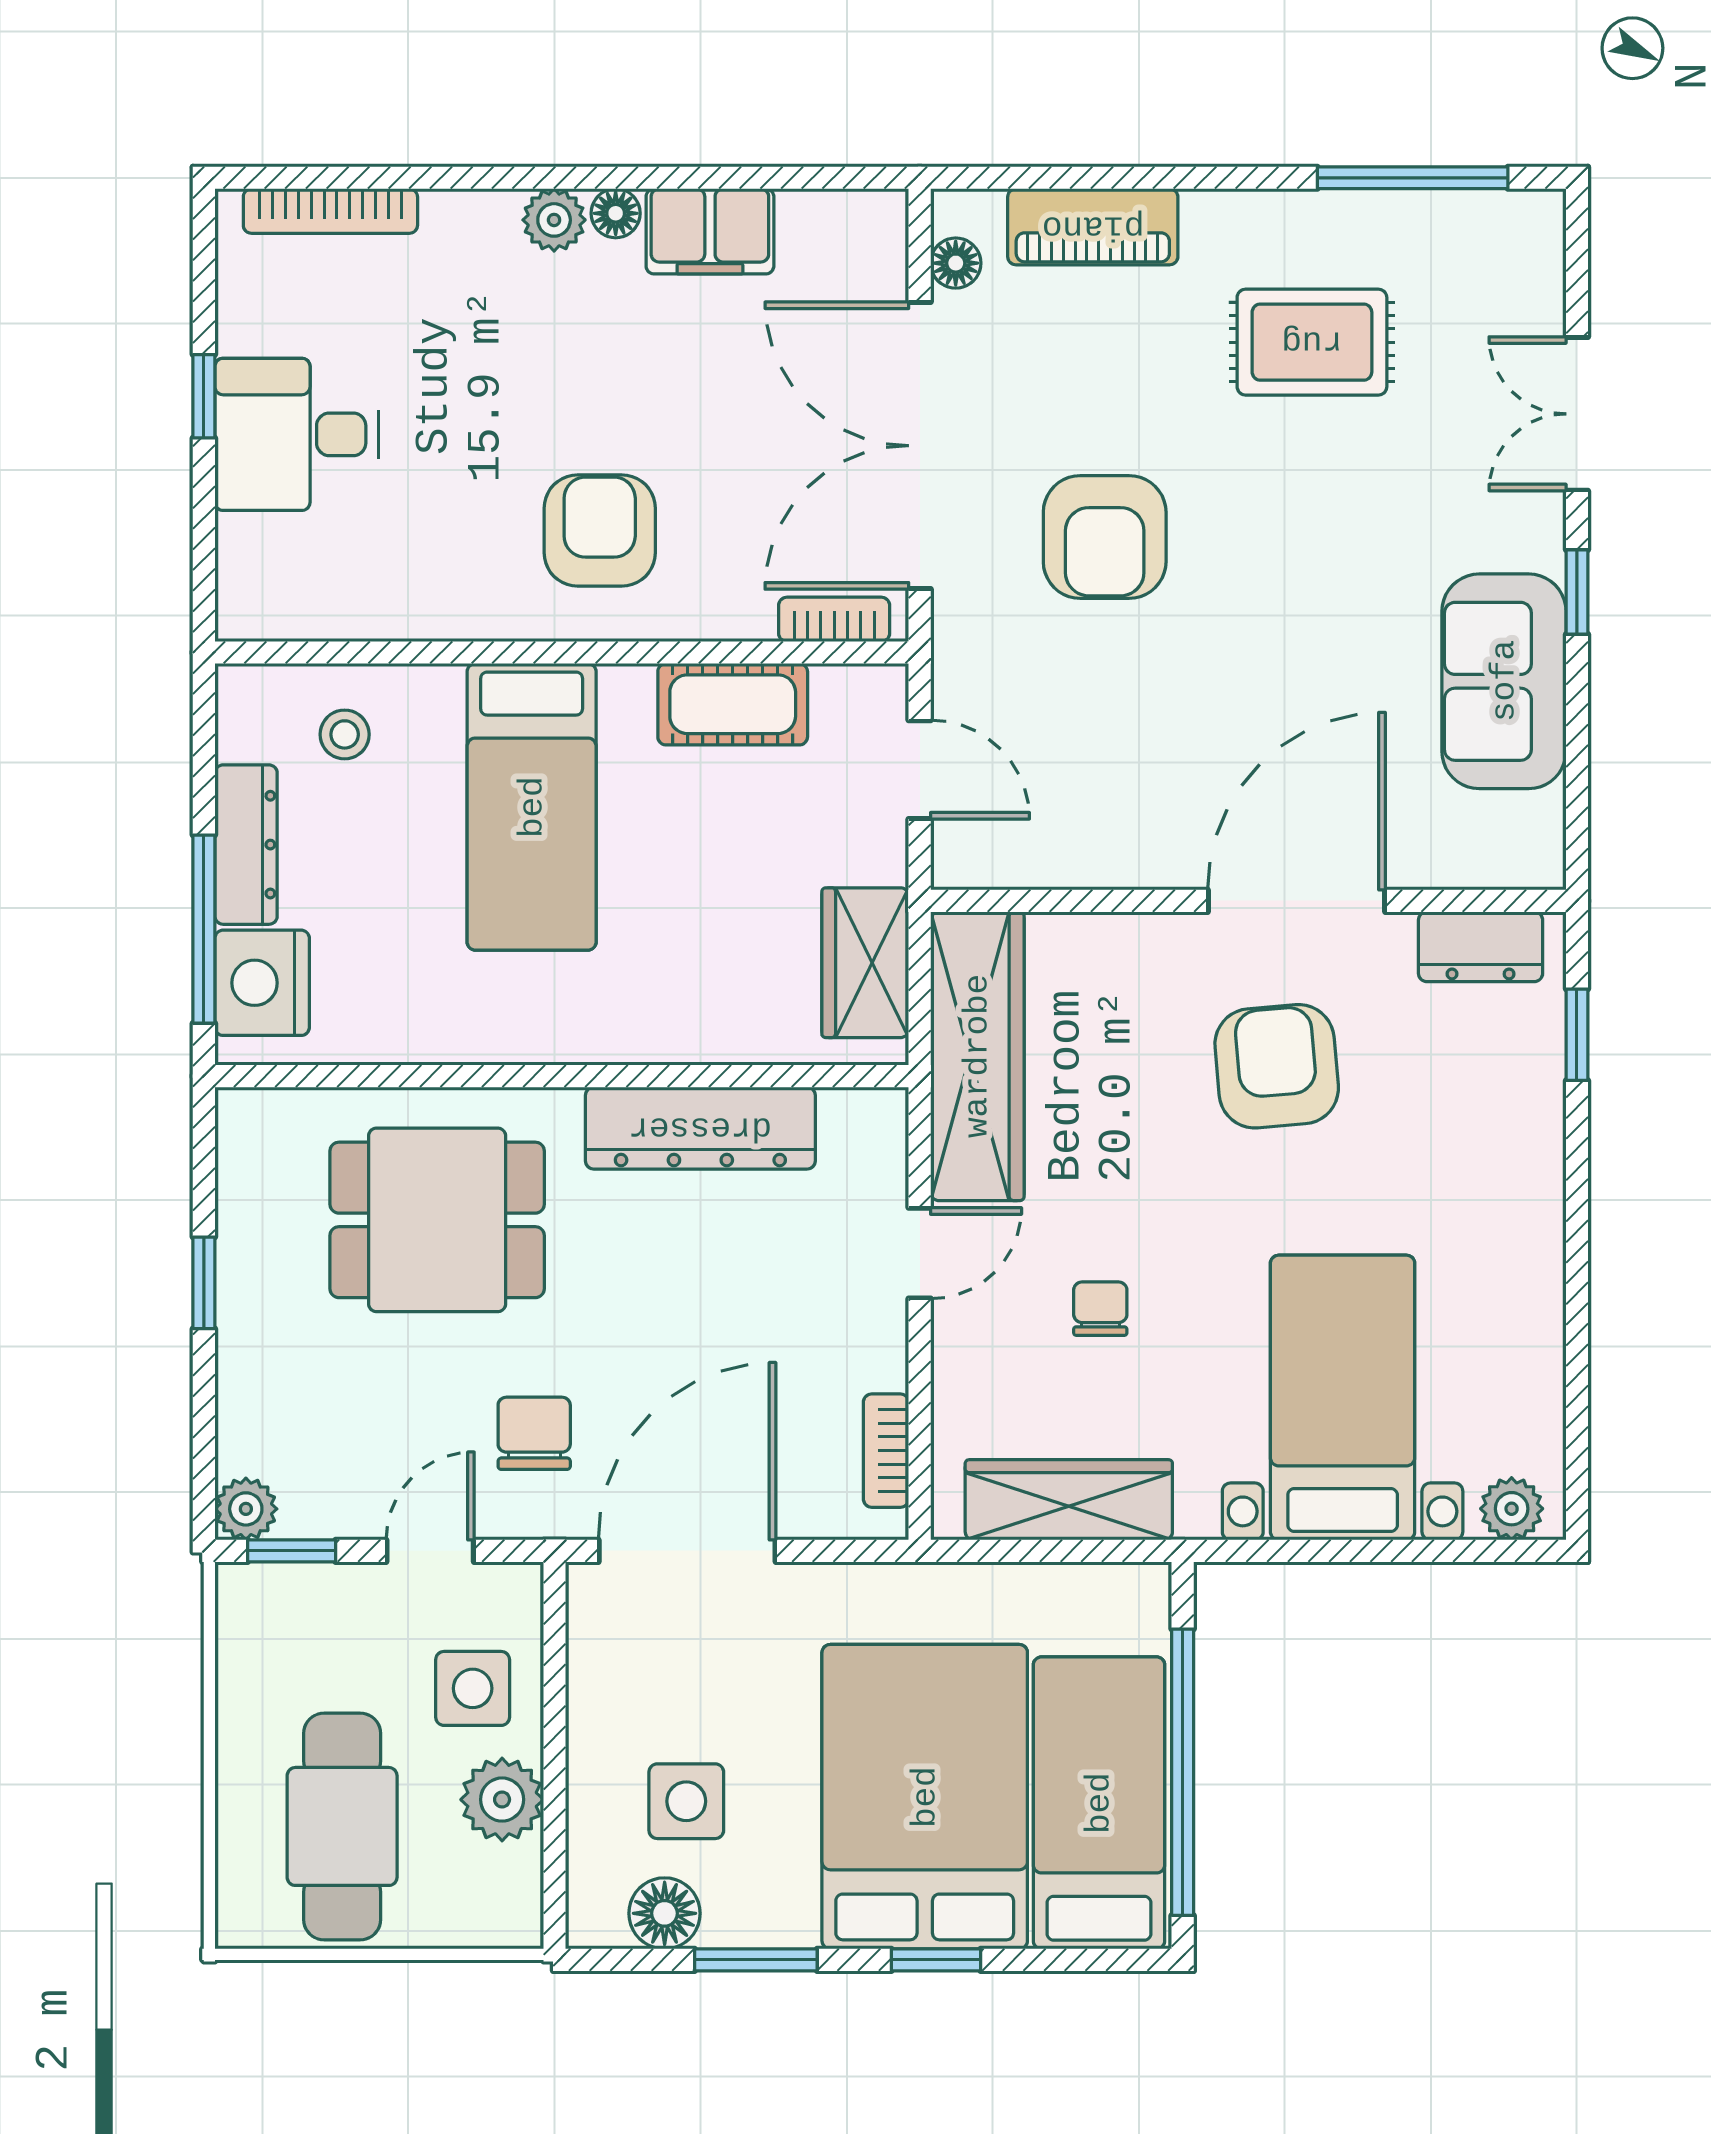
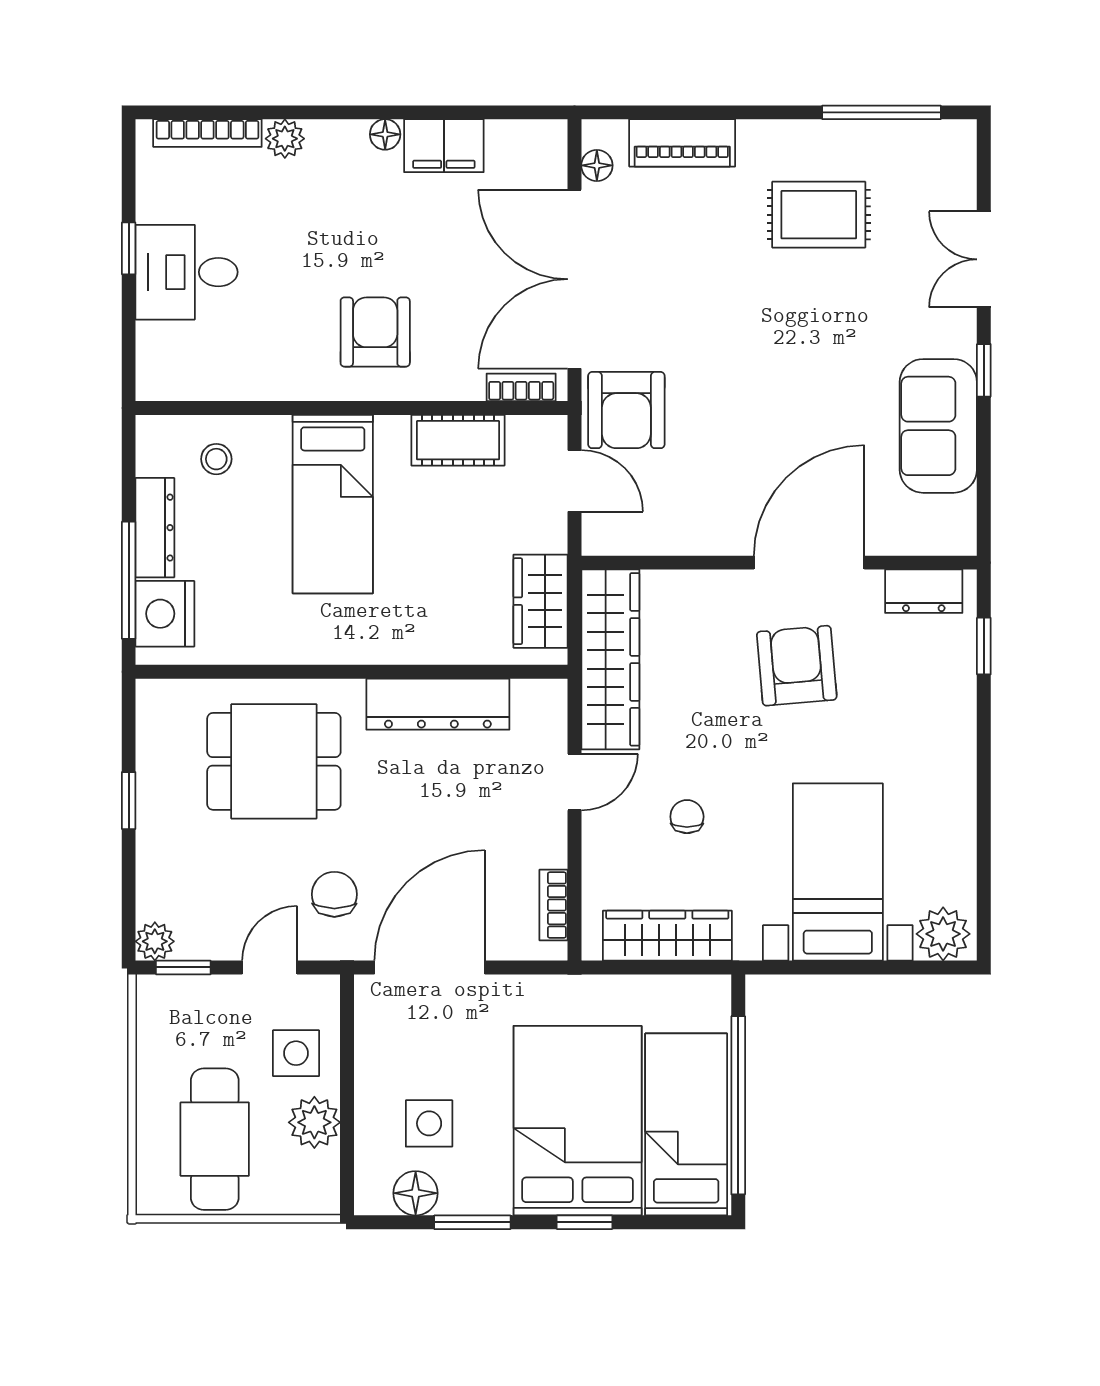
plant: (554, 220) -> (285, 139), moved
armchair: (1105, 537) -> (626, 410), moved
plant: (1512, 1509) -> (943, 934), width x1.38, depth x1.38

